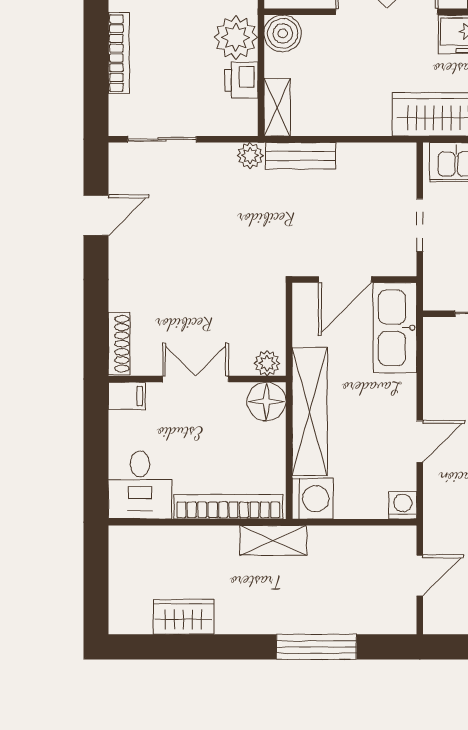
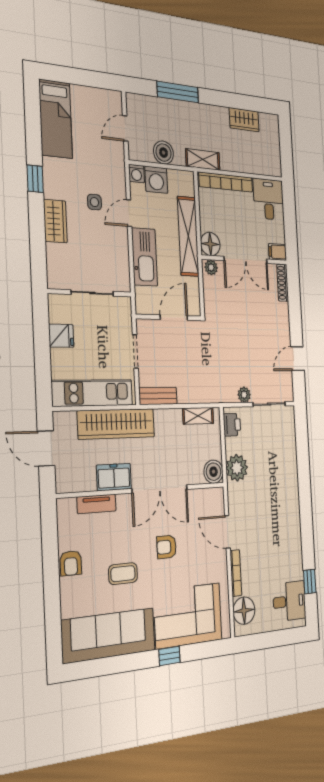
bookcase: (119, 53) -> (292, 455), removed
printer: (241, 80) -> (232, 425), moved
shelving: (277, 107) -> (198, 416), moved, turned 90
plant: (250, 156) -> (244, 395), moved
bench: (301, 156) -> (158, 396), moved
kitchen sink: (395, 328) -> (144, 257), moved
double door: (196, 379) -> (246, 260), width x1.37
washing machine: (313, 499) -> (156, 180), moved, turned -90
boiler: (350, 544) -> (164, 153), added

